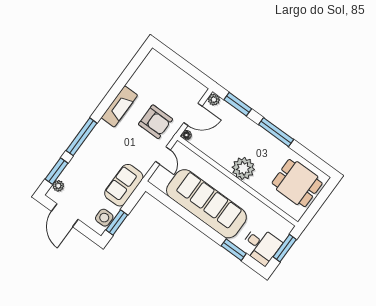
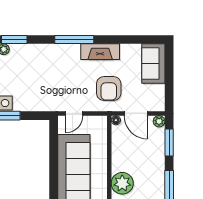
window: (82, 137) -> (74, 40), moved
door: (163, 156) -> (74, 113), moved
sofa: (124, 185) -> (153, 64), moved, turned -90

